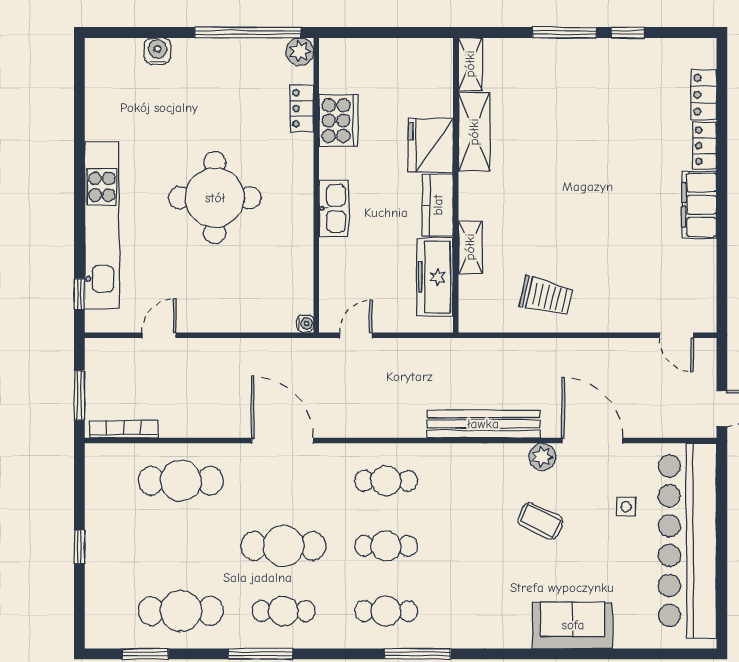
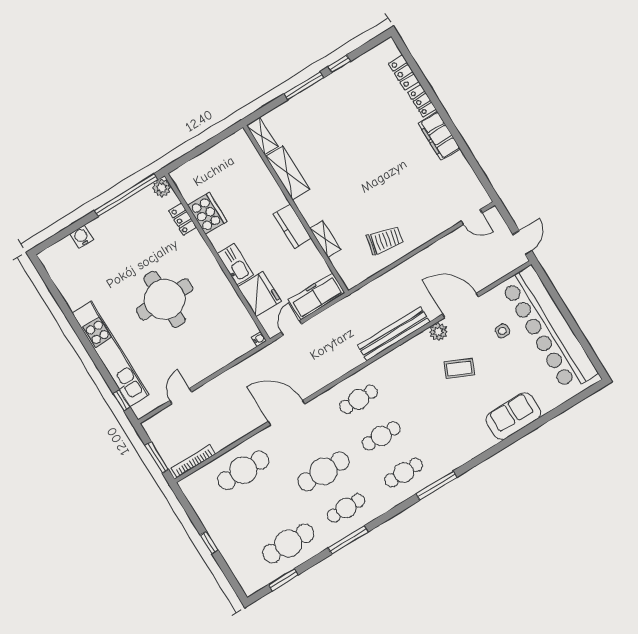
fridge: (430, 145) -> (259, 294), moved, turned 180
freezer: (435, 277) -> (316, 296), moved, turned 90

